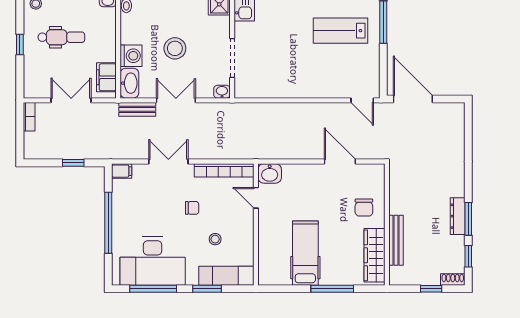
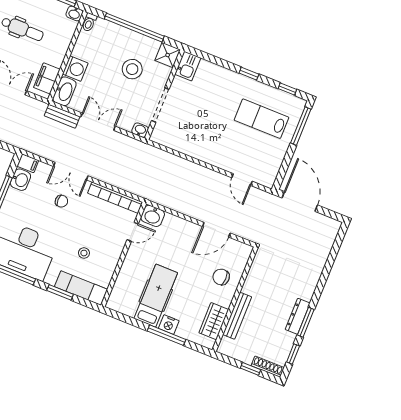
stool: (175, 48) -> (132, 69), moved
door: (362, 100) -> (242, 180), moved
double door: (168, 162) -> (71, 171), swing flipped
door: (340, 162) -> (216, 230), swing flipped
washbasin: (121, 191) -> (20, 180), added
door: (256, 198) -> (133, 232), swing flipped
chair: (192, 208) -> (61, 201), moved
chair: (364, 208) -> (221, 277), turned 90
wardrobe: (374, 255) -> (214, 321), width x0.67
nightstand: (330, 277) -> (169, 325), added
shoe rack: (453, 279) -> (268, 367), width x1.43

